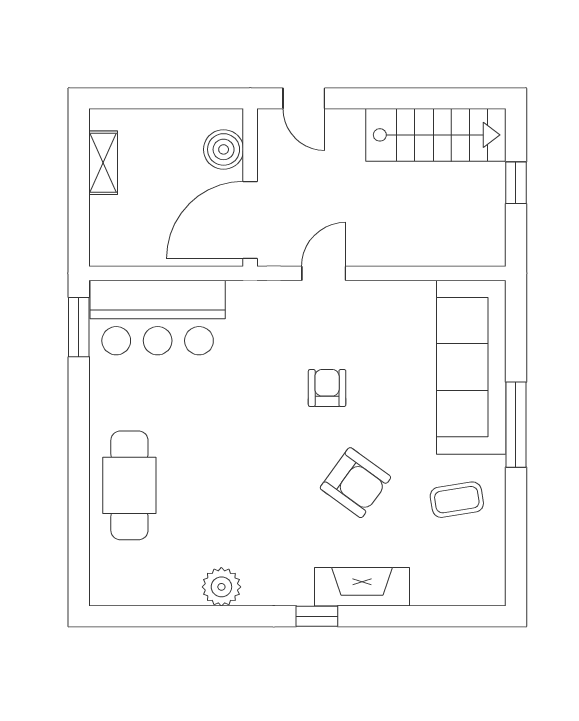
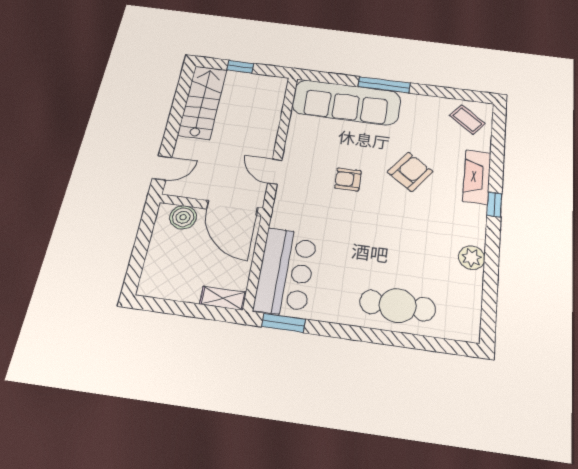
shelving: (103, 163) -> (223, 298), moved
coffee table: (457, 500) -> (467, 120), moved, turned -43

